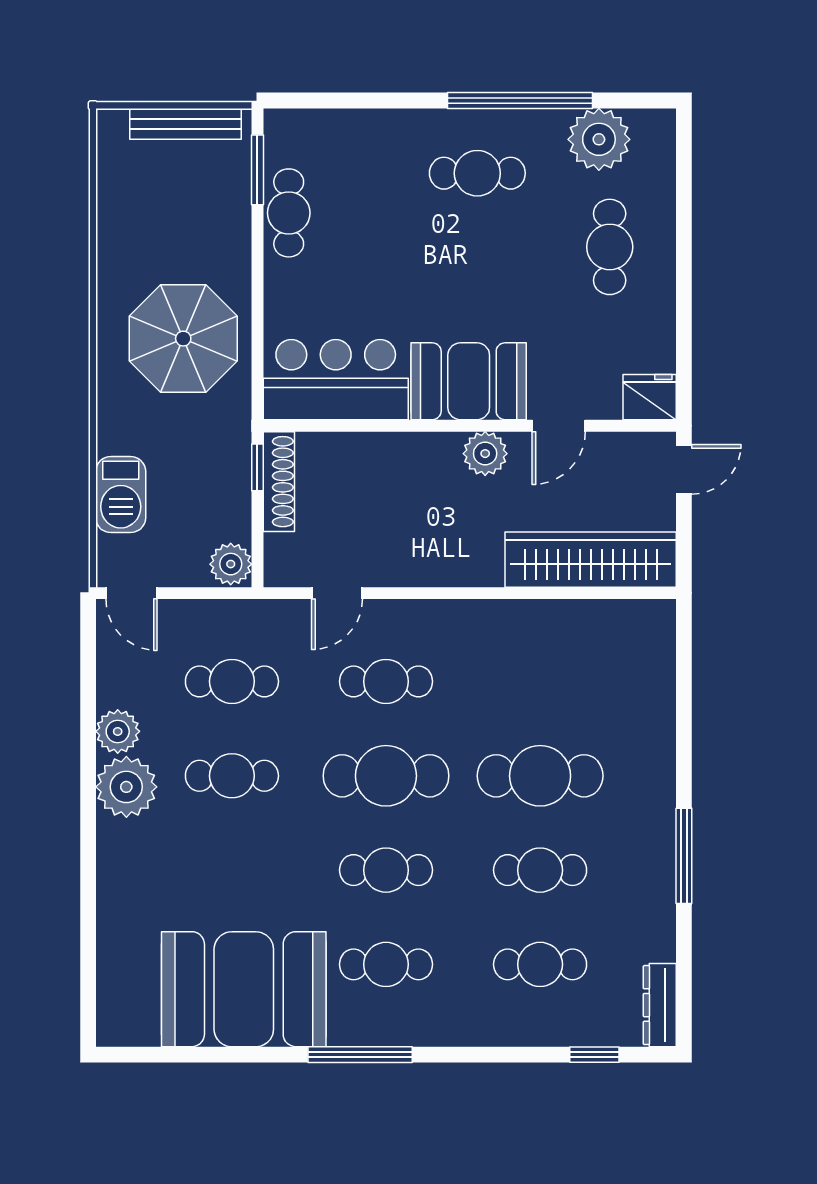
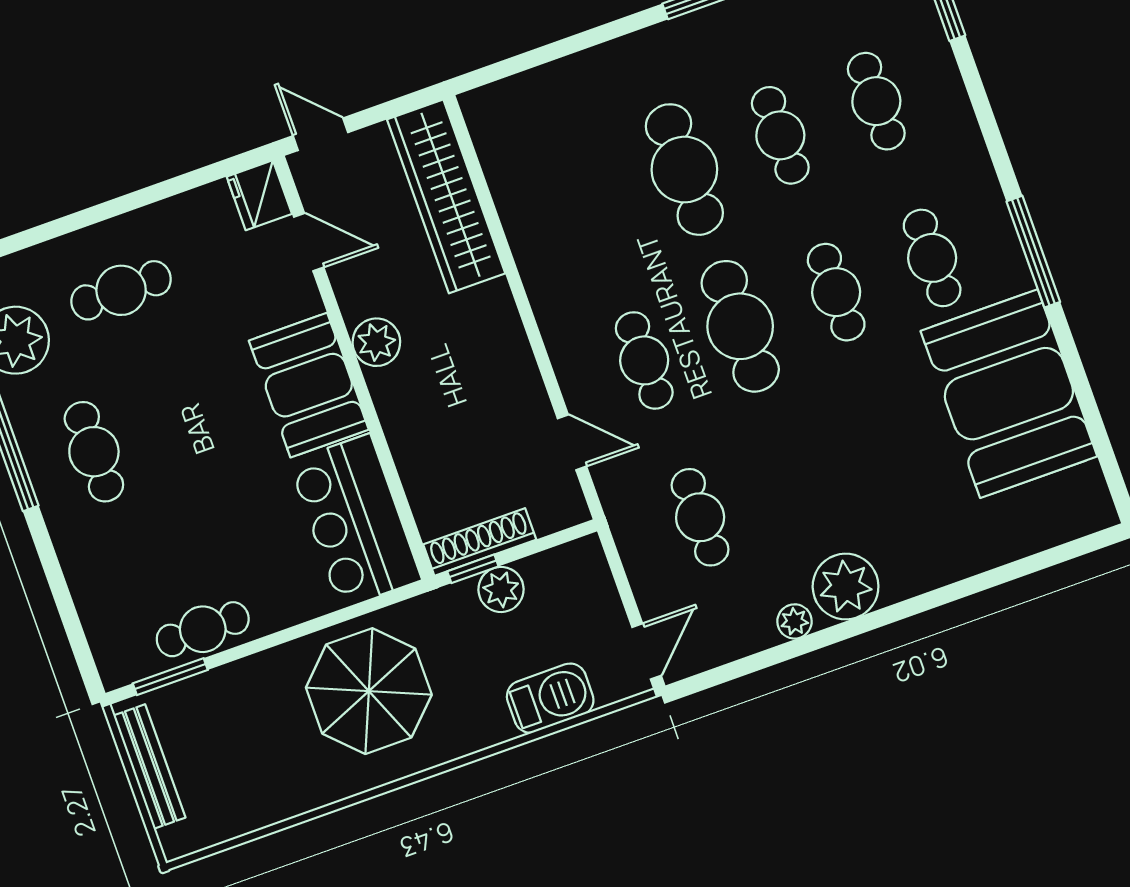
door: (559, 426) -> (309, 242), moved
plant: (231, 564) -> (501, 589), moved
plant: (118, 731) -> (794, 621), width x0.73, depth x0.73
cafe table: (232, 776) -> (796, 483), removed

